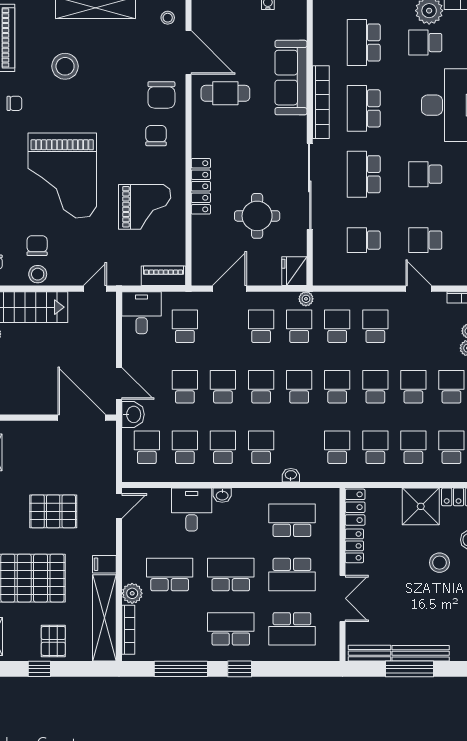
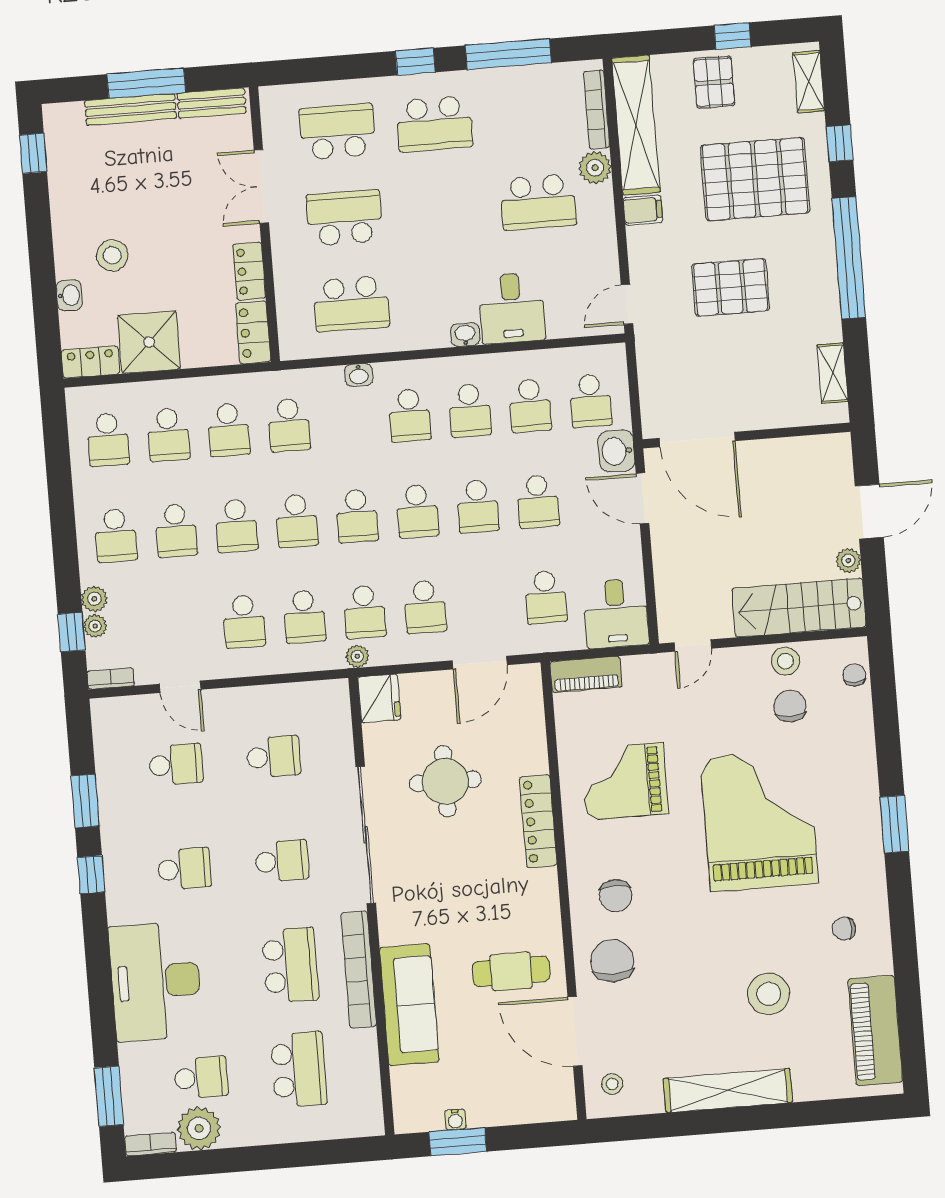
school desk: (364, 174) -> (282, 861), width x0.54
chair: (37, 246) -> (790, 706), turned 180
school desk: (231, 575) -> (441, 210), removed

